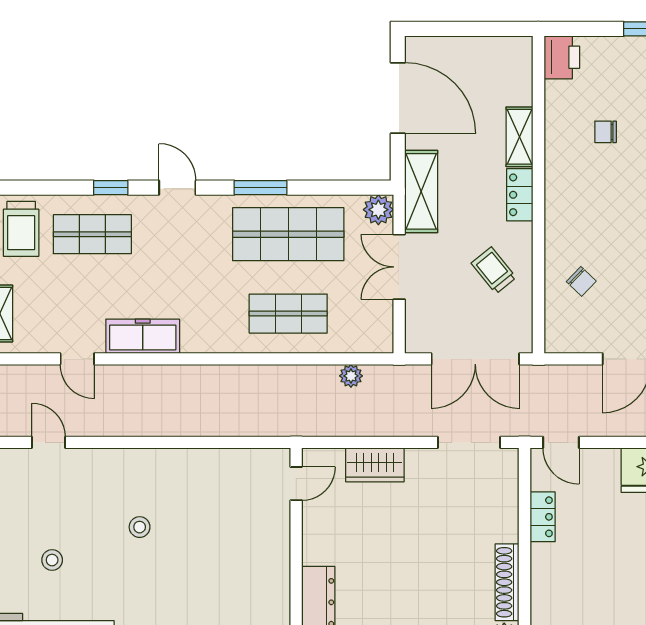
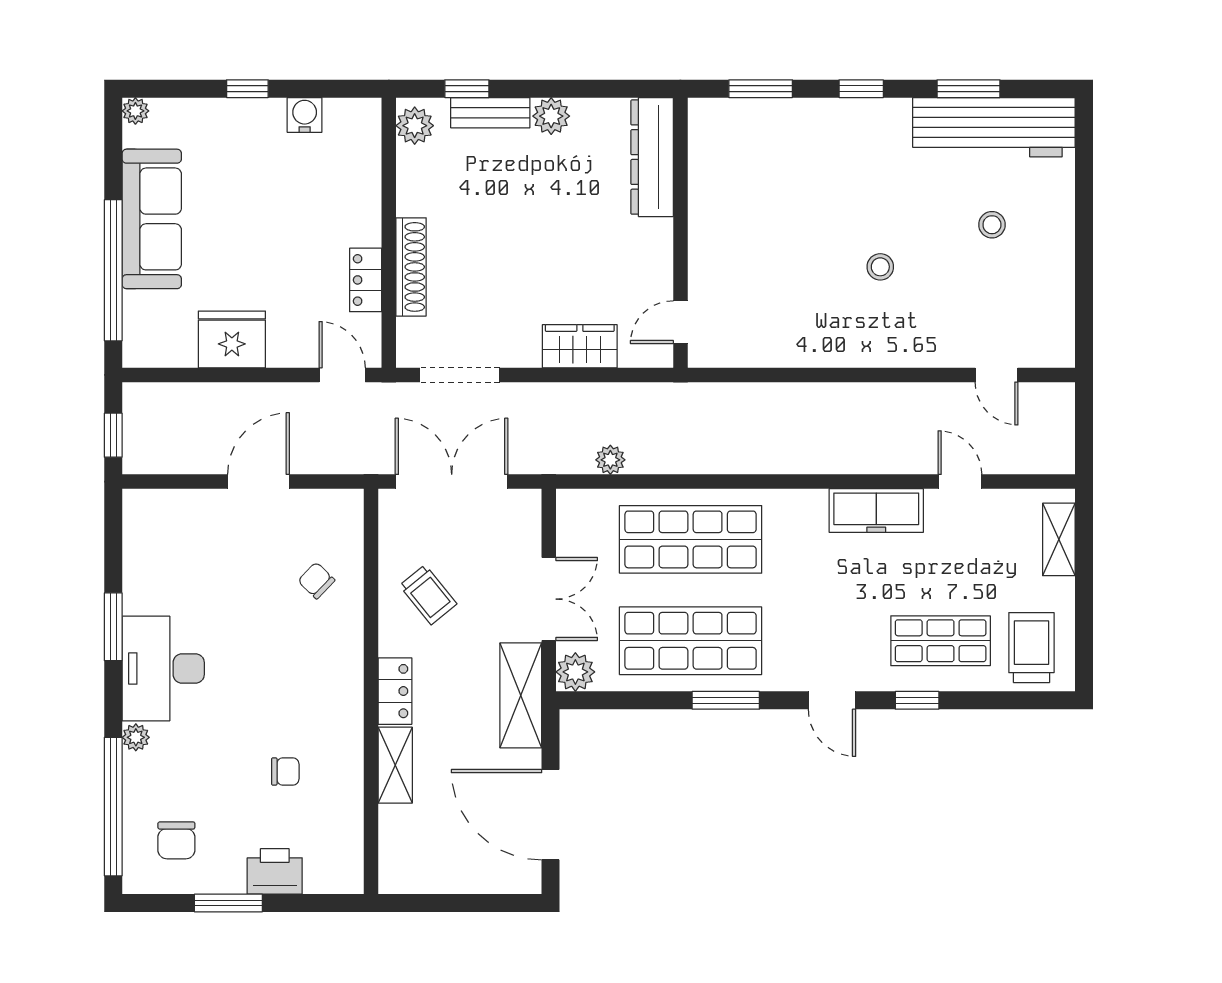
printer: (562, 57) -> (275, 871), moved, turned 90
shop shelf: (288, 314) -> (691, 539), width x1.43, depth x1.36
shoe rack: (507, 582) -> (411, 267), moved

